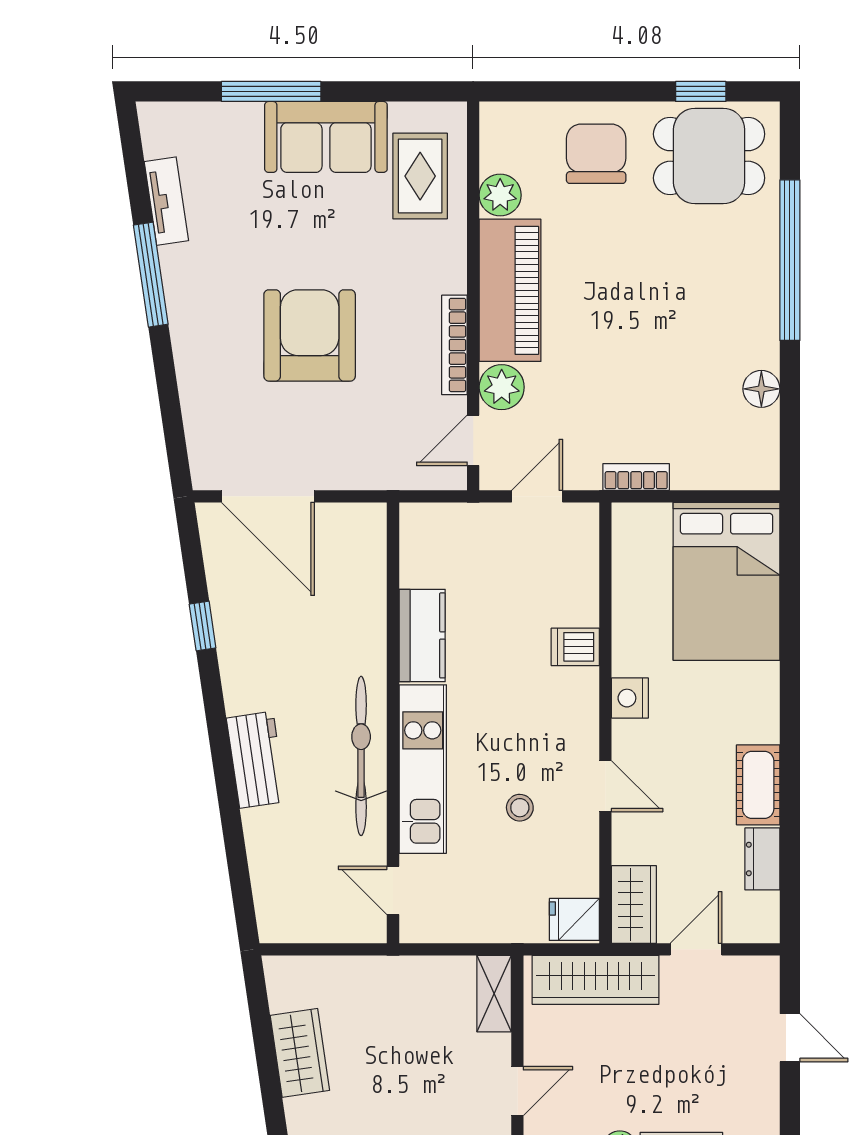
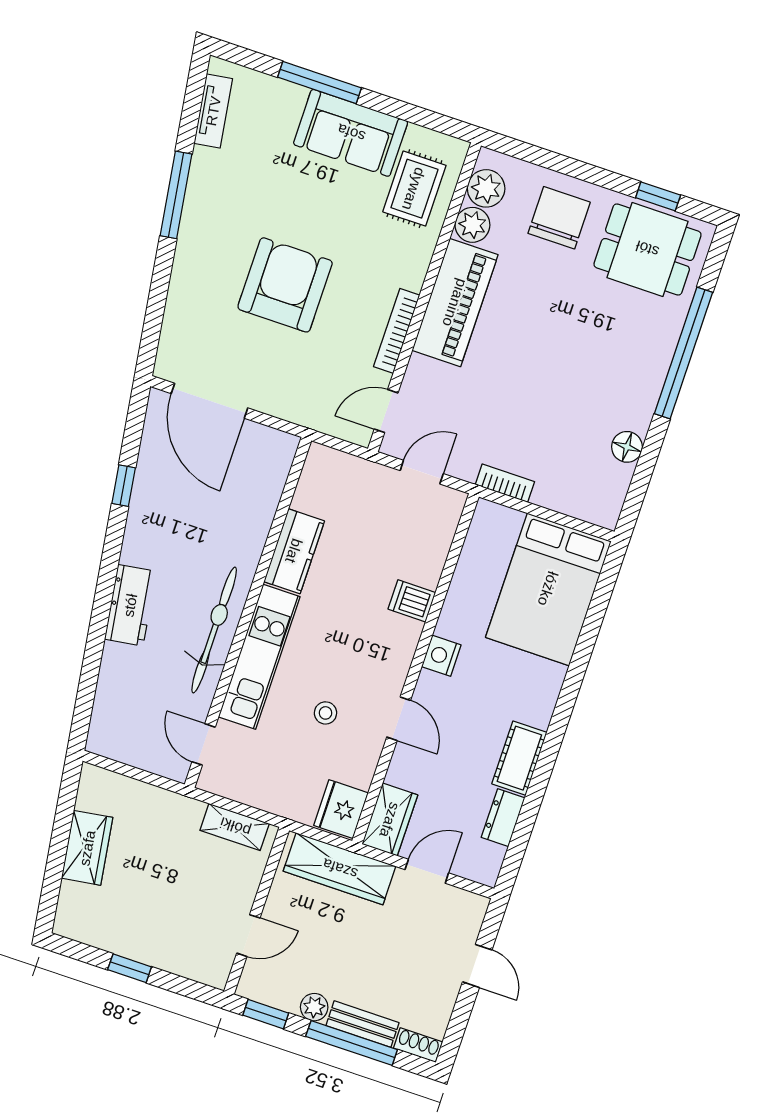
tv unit: (166, 201) -> (213, 111), moved
plant: (502, 387) -> (486, 188), moved
fridge: (574, 919) -> (341, 809), width x1.38
shelving: (494, 994) -> (235, 827), moved, turned 90

